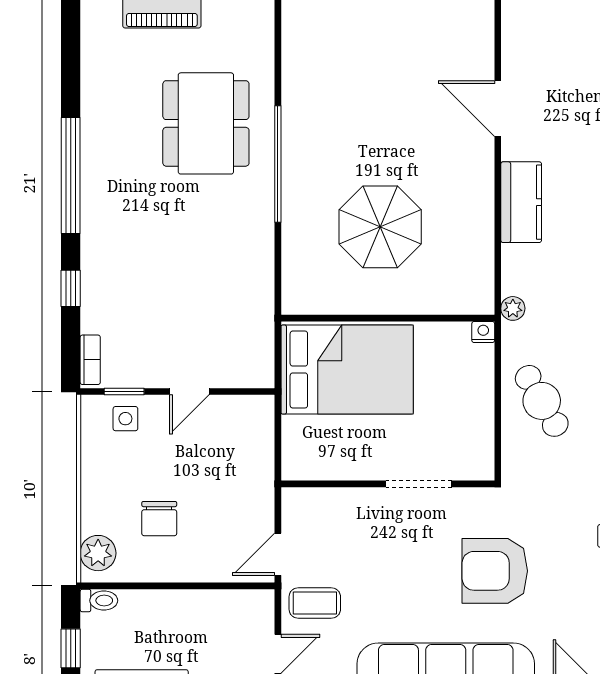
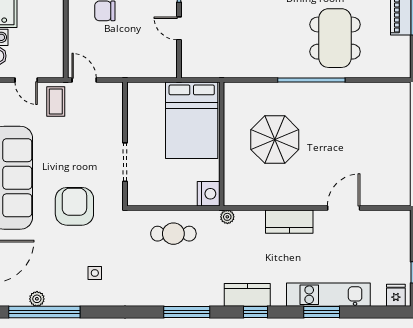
dining table: (206, 123) -> (335, 38), turned 90
nightstand: (483, 332) -> (209, 194), width x1.89, depth x1.79
cafe table: (542, 401) -> (173, 234), turned 30

